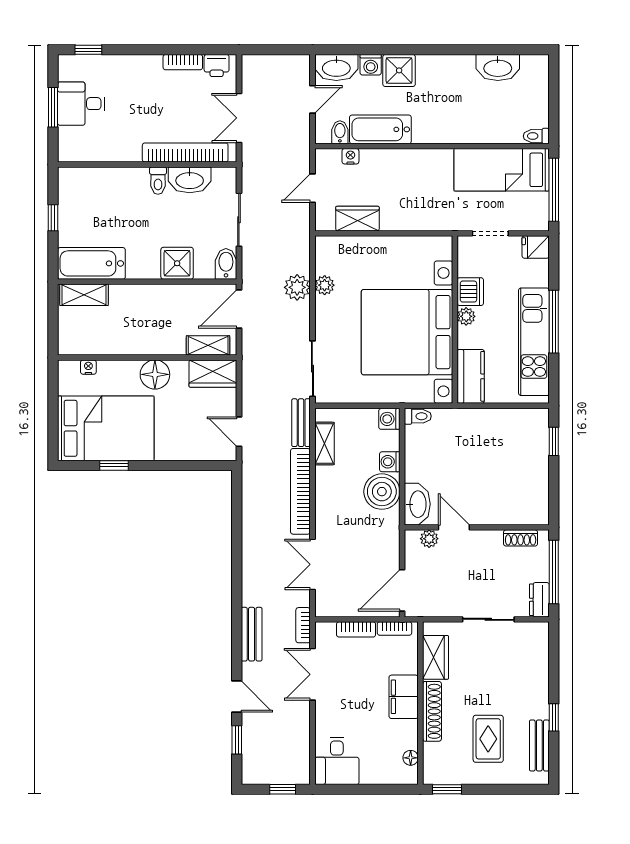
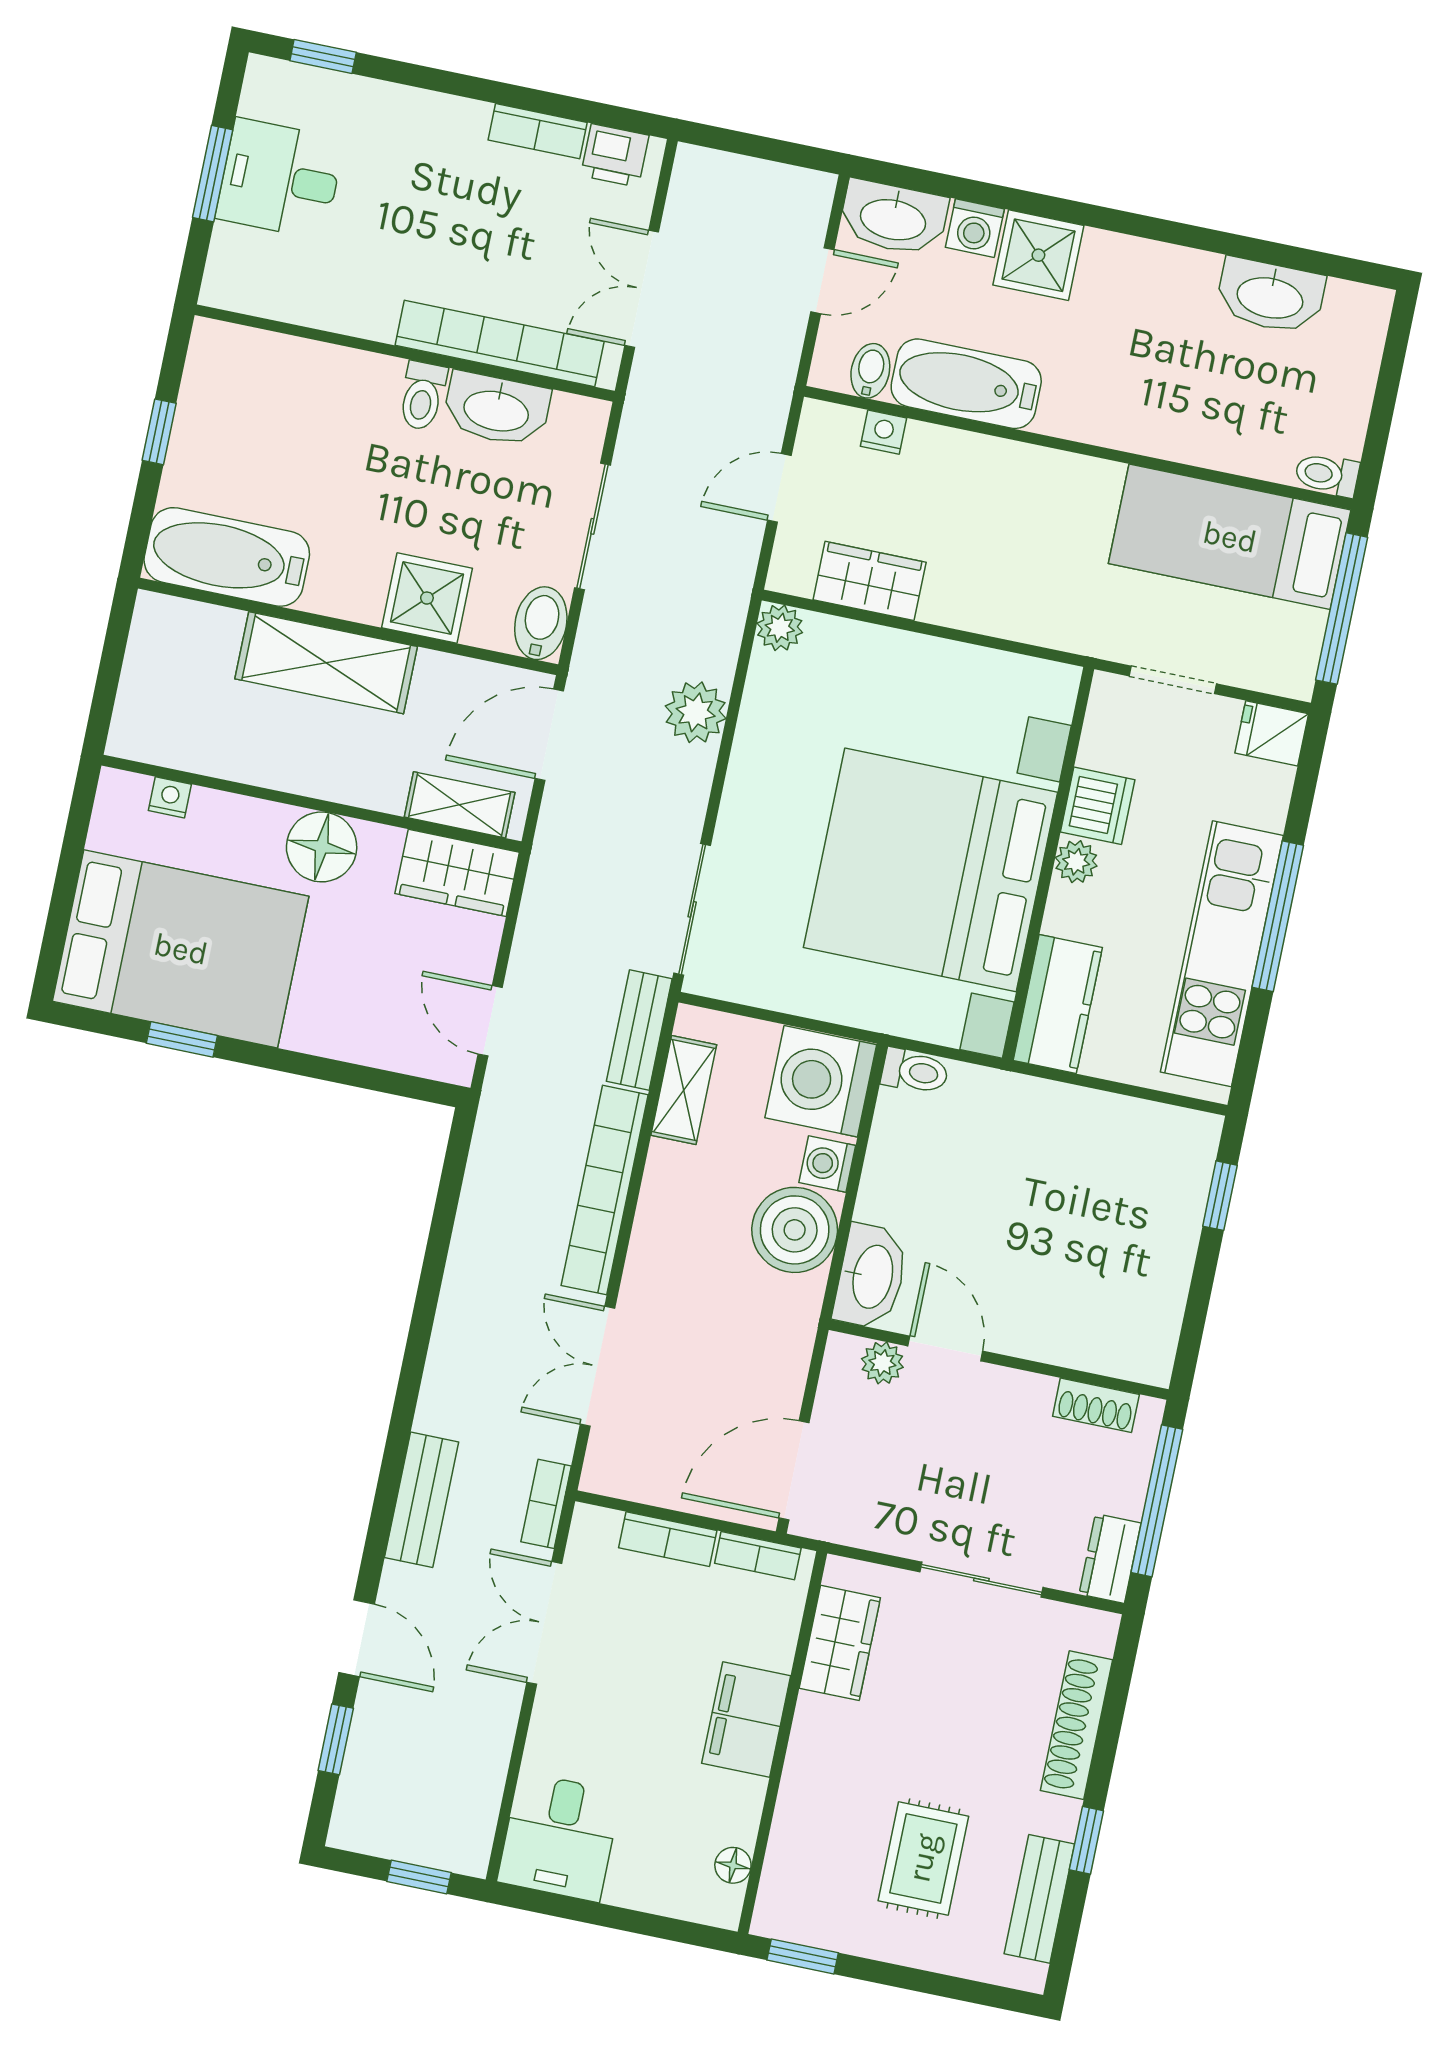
plant: (325, 285) -> (780, 628), moved
shelving: (84, 295) -> (326, 663), moved, width x1.50, depth x1.33
washing machine: (389, 419) -> (821, 1081), width x1.89, depth x1.89
shoe rack: (432, 711) -> (1077, 1725), moved, turned 180

